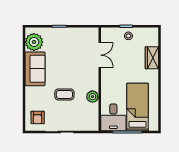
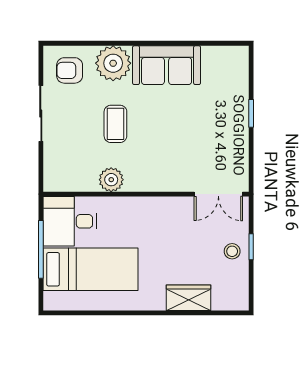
plant: (34, 42) -> (113, 63), moved
double door: (100, 55) -> (218, 194), moved

